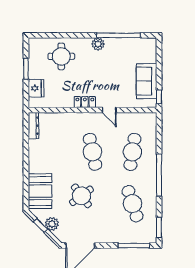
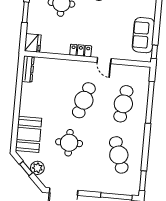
fridge: (36, 88) -> (33, 43), moved
cafe table: (92, 152) -> (84, 100), turned 30
window: (159, 175) -> (150, 102), moved
round table: (81, 196) -> (69, 143), turned 37

